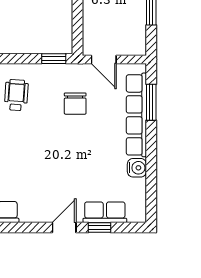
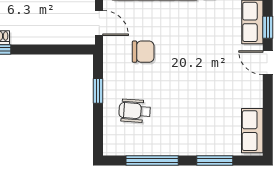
window: (54, 59) -> (98, 91), moved
door: (104, 60) -> (99, 23), hinge flipped

